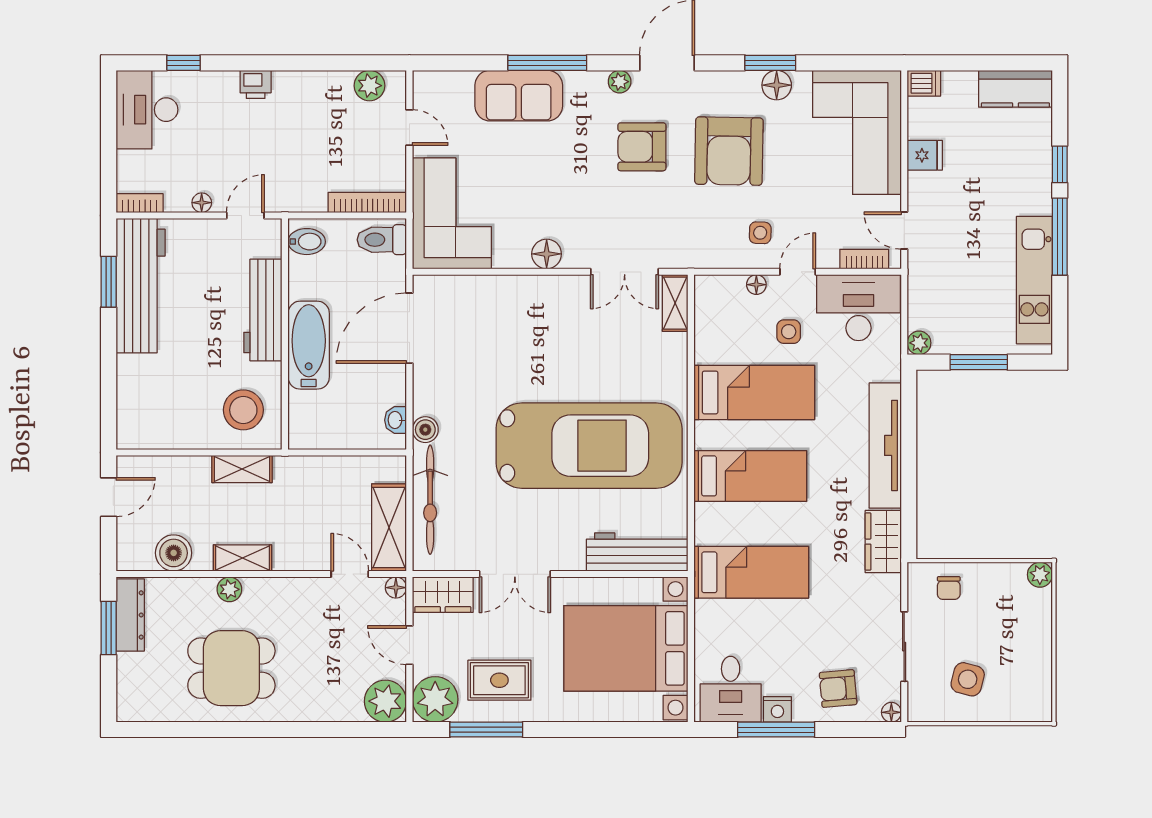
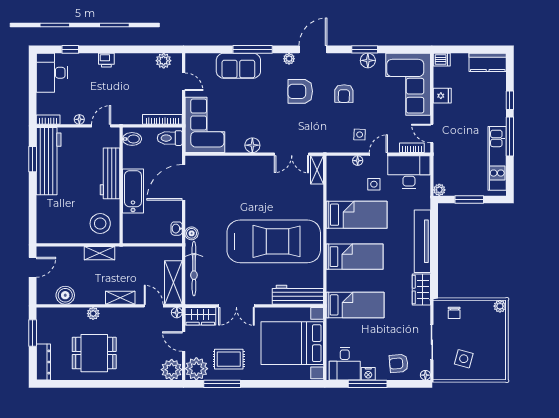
armchair: (729, 151) -> (344, 94), width x0.53, depth x0.53
shelving: (242, 558) -> (120, 298), moved
dresser: (130, 615) -> (43, 362), moved

